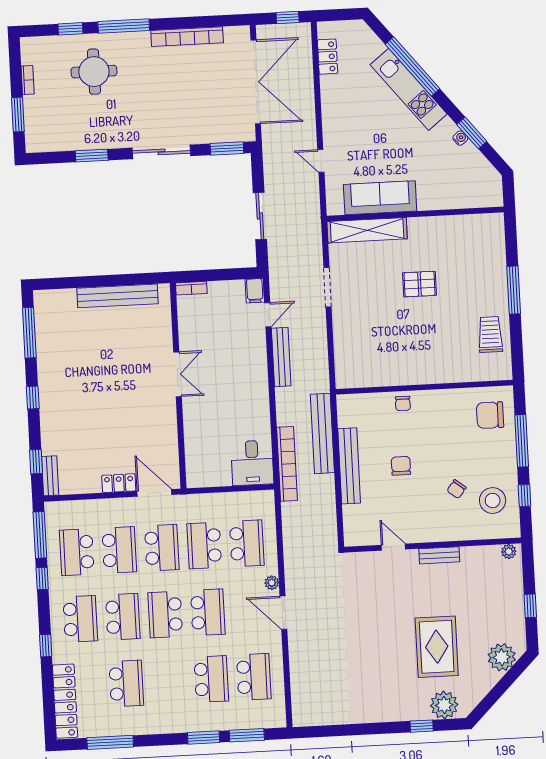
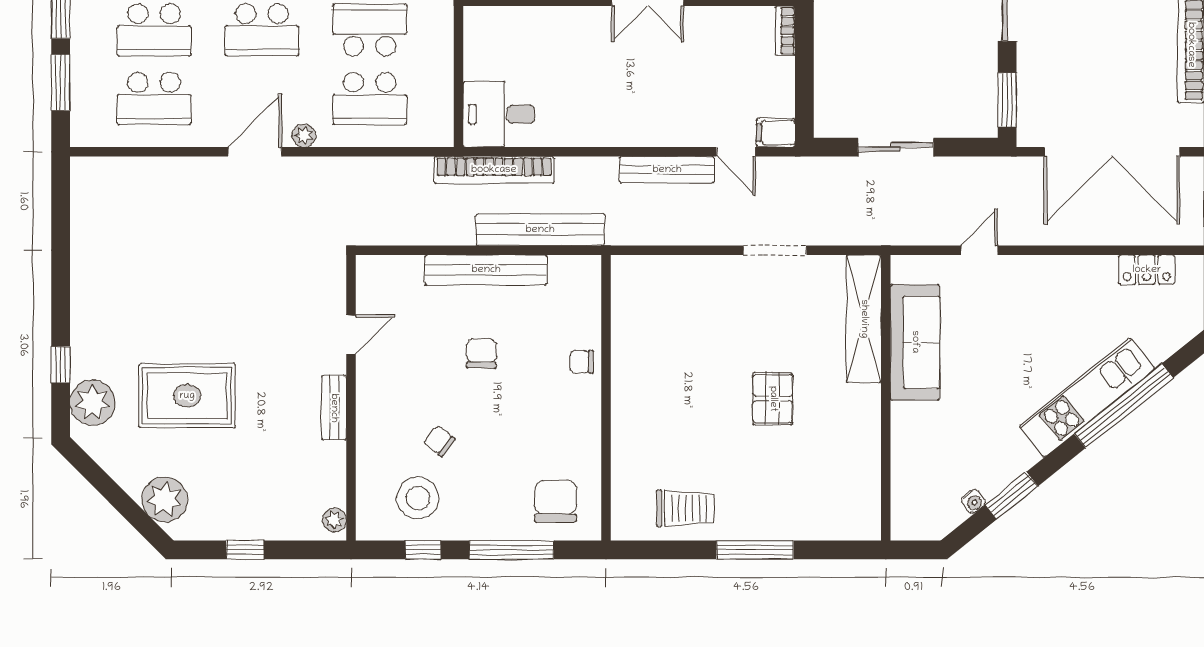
water cooler: (460, 138) -> (973, 501), moved
chair: (401, 466) -> (481, 353), turned -89

